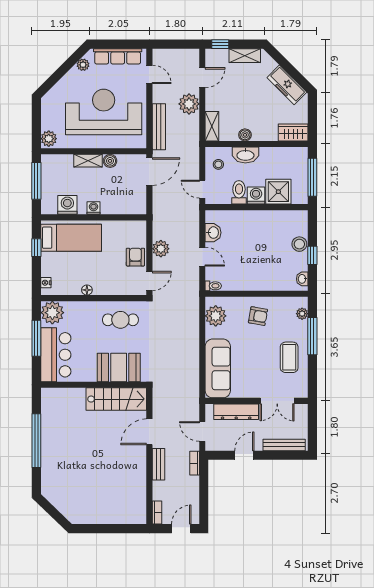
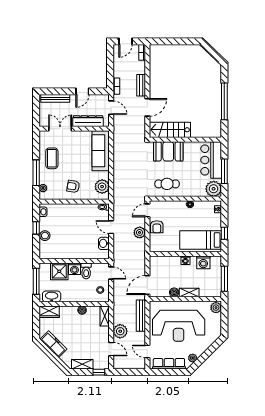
door: (202, 78) -> (111, 349), swing flipped
washbasin: (245, 155) -> (52, 296), moved

